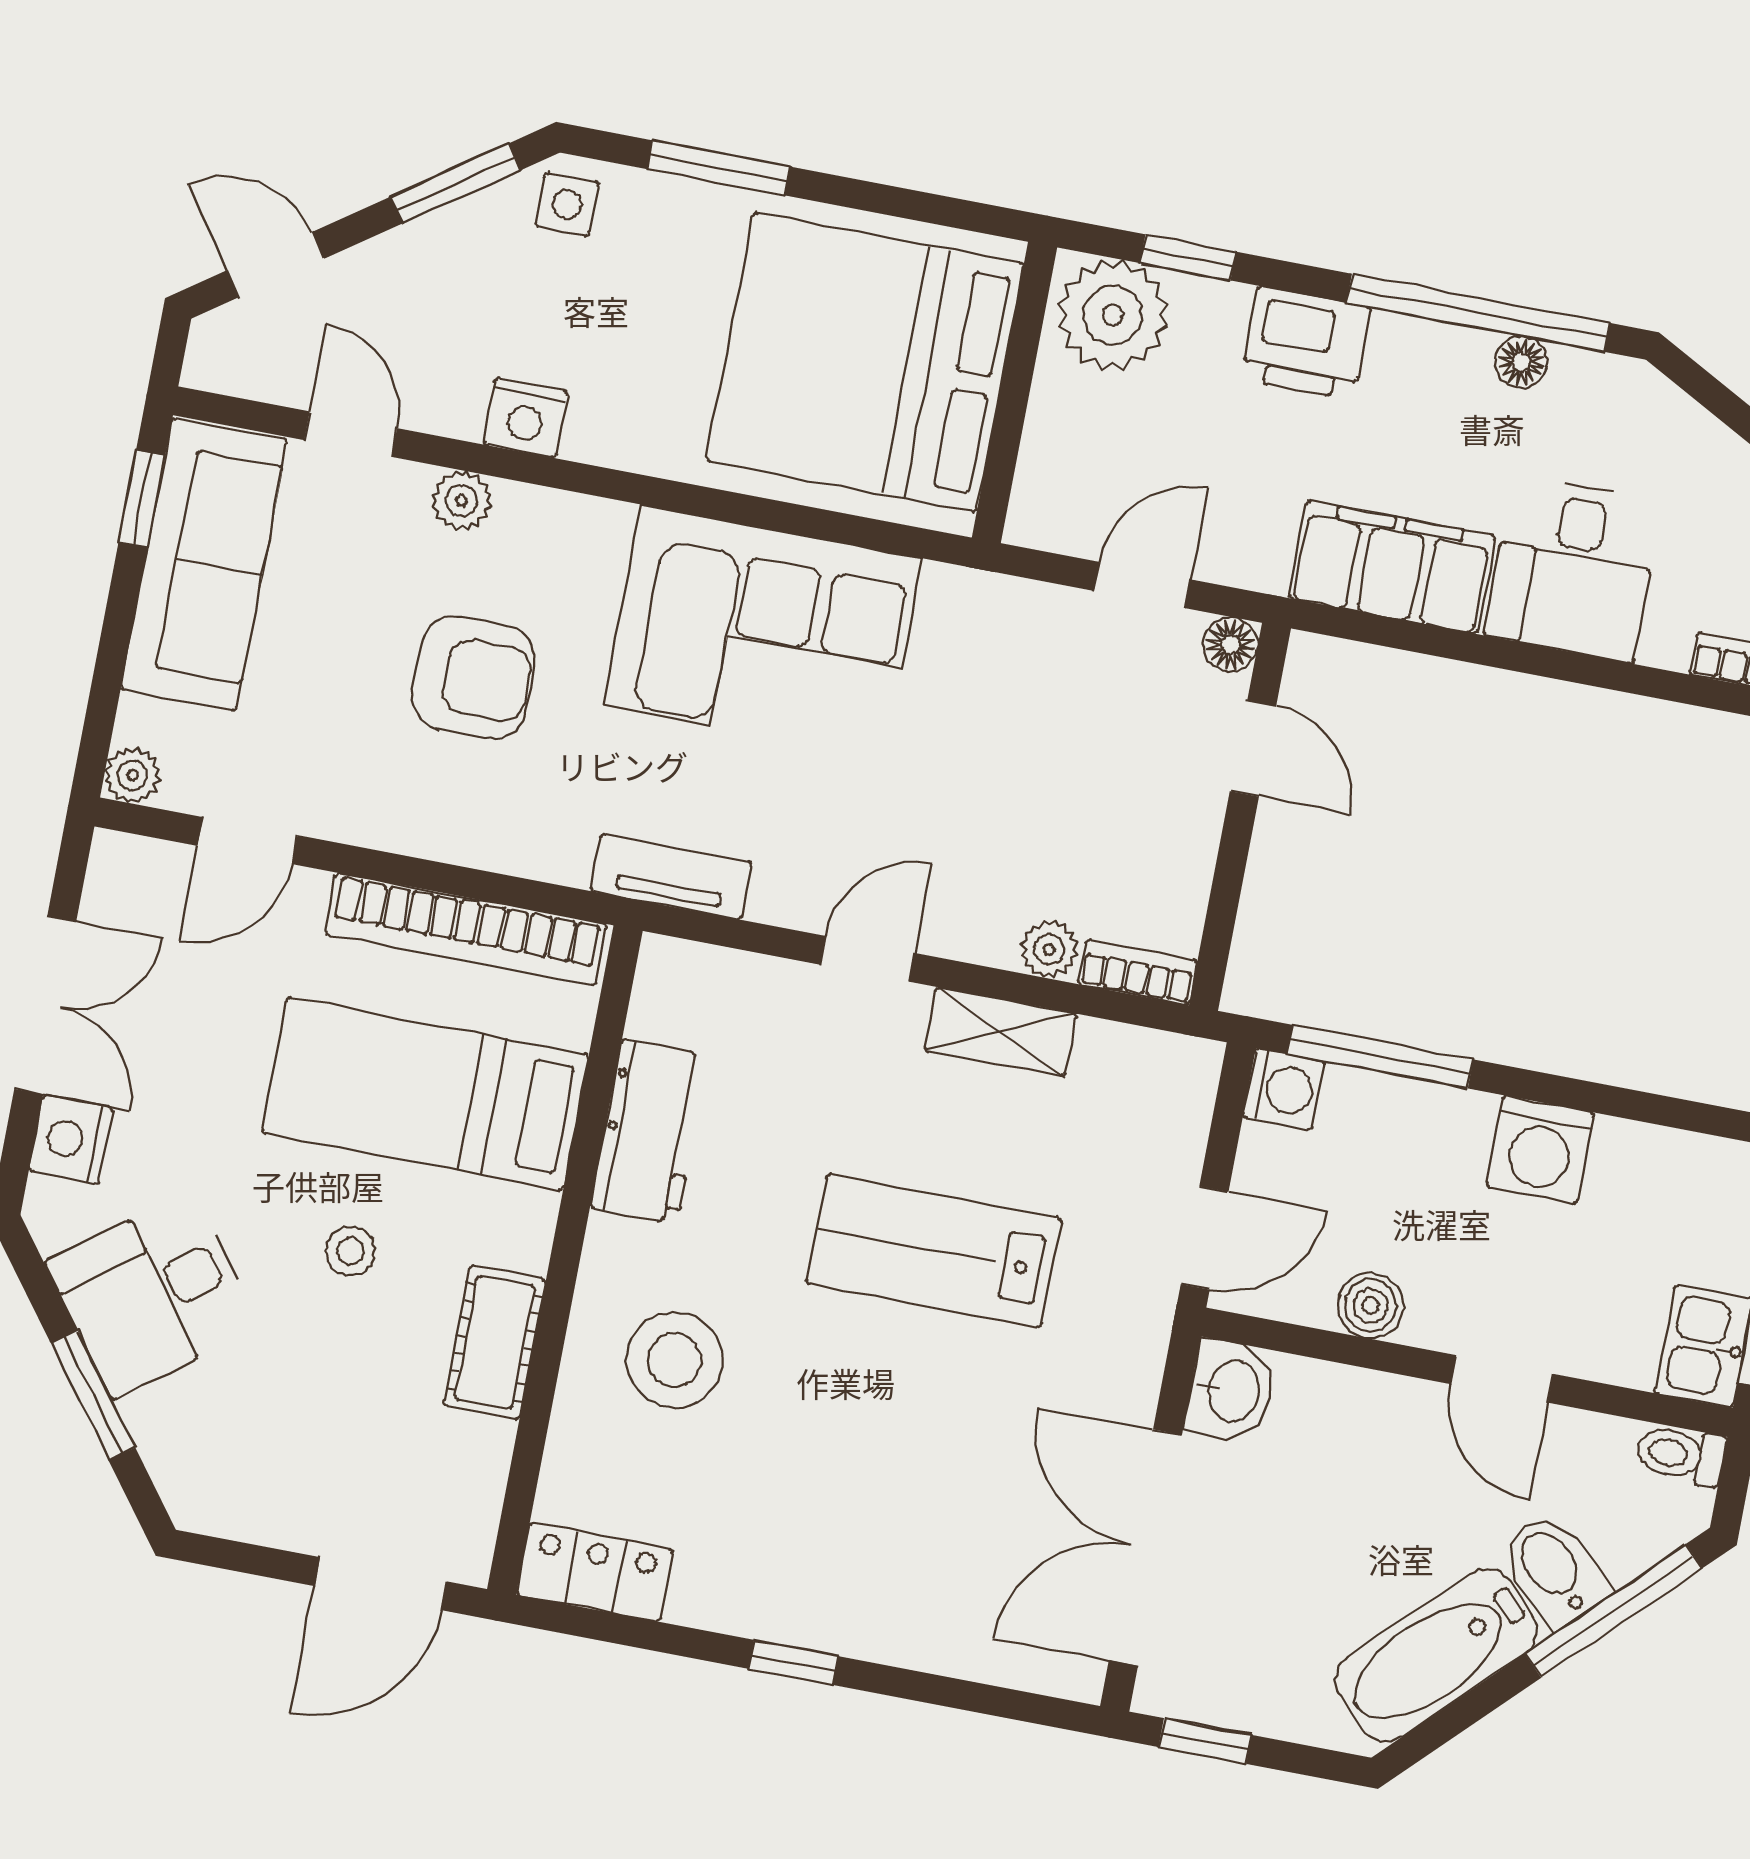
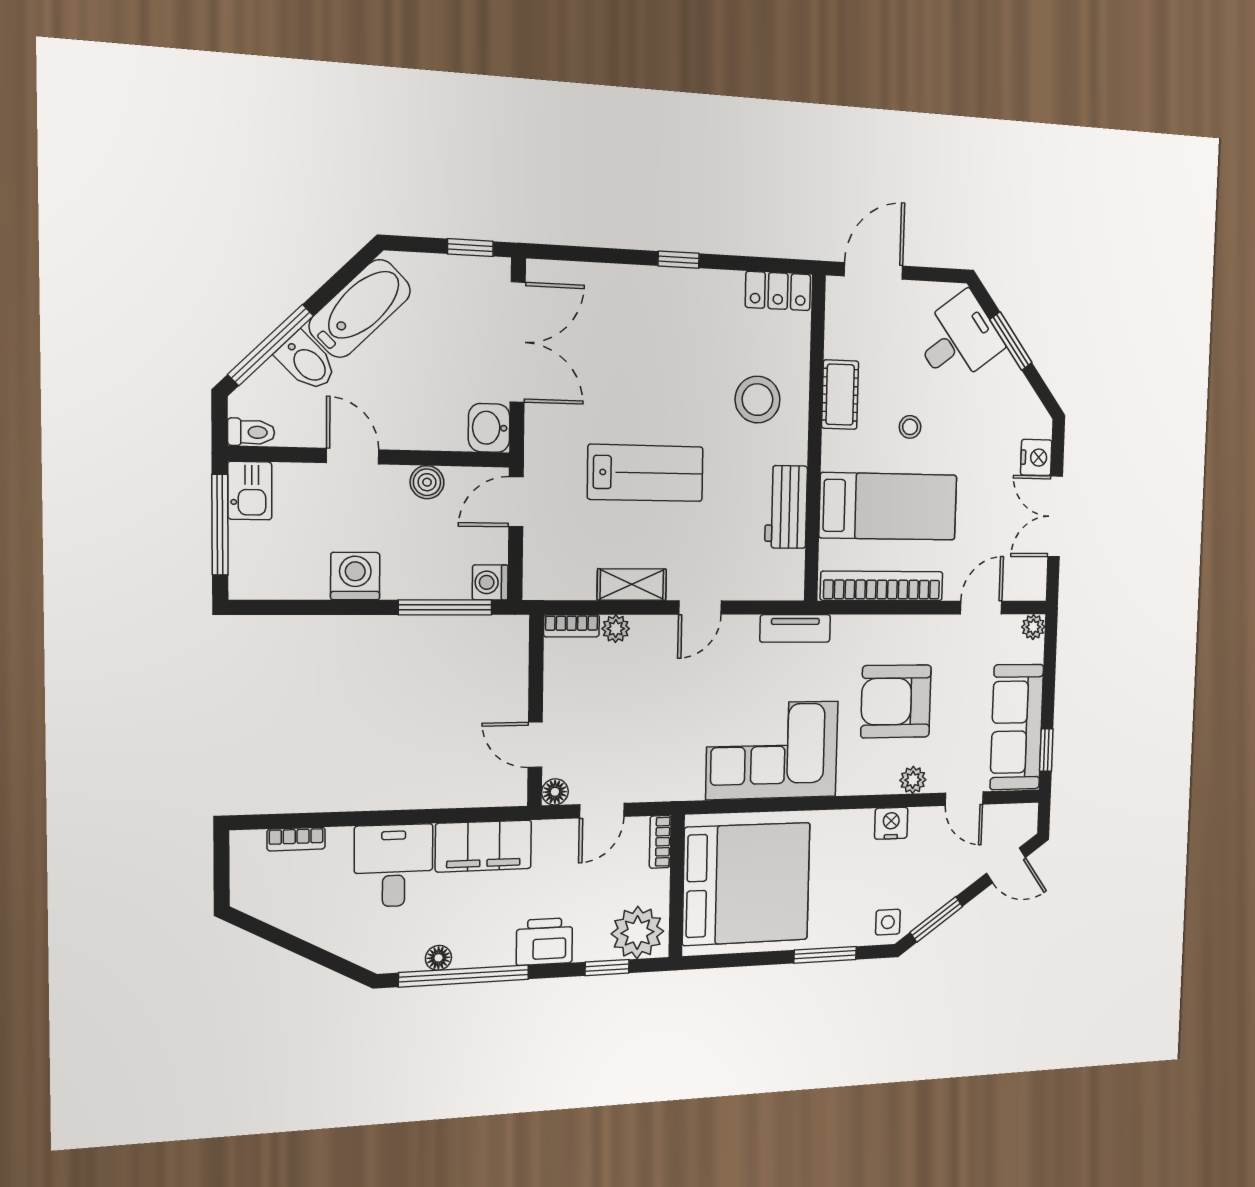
bookcase: (1033, 493) -> (660, 842), added
armchair: (473, 678) -> (896, 701), width x1.36, depth x1.36
desk: (153, 1295) -> (958, 339), moved

